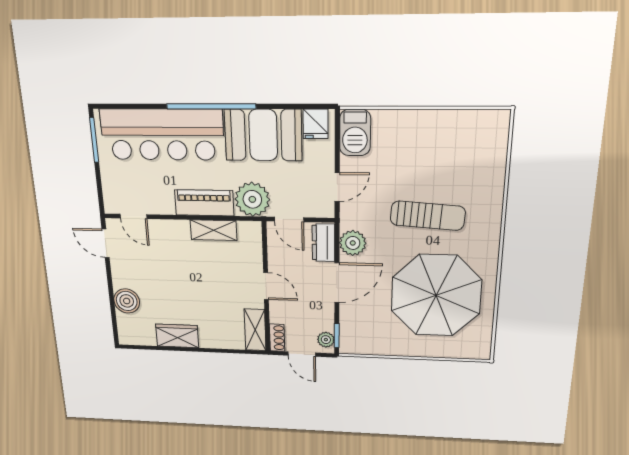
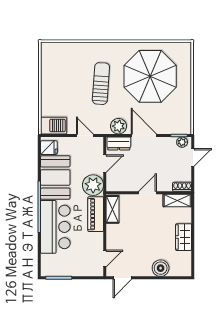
bar counter: (162, 135) -> (55, 227), width x0.73
door: (266, 286) -> (147, 193), moved
wall: (266, 288) -> (149, 193), moved
shelving: (255, 330) -> (177, 200), moved
shoe rack: (277, 338) -> (182, 187), moved

